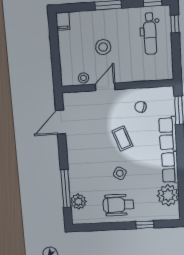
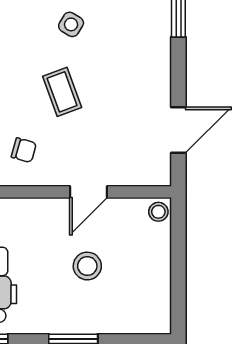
filing cabinet: (63, 21) -> (159, 318), removed
stool: (83, 78) -> (158, 212), moved

